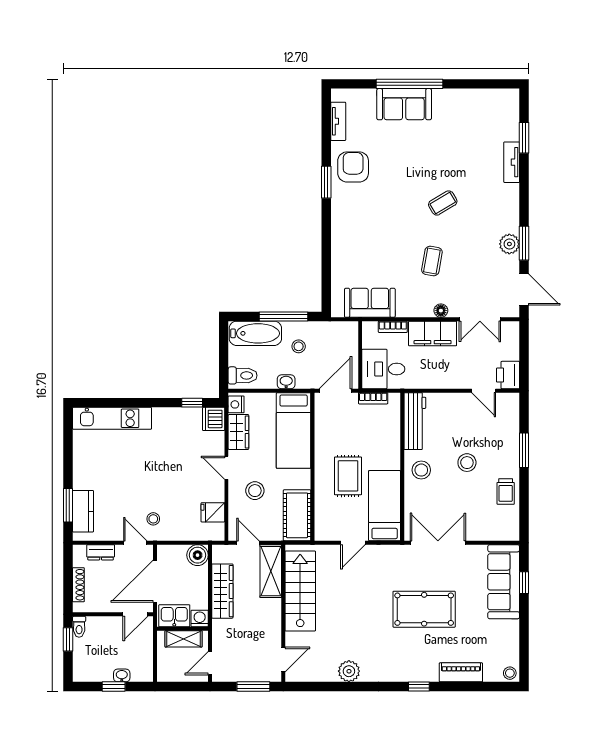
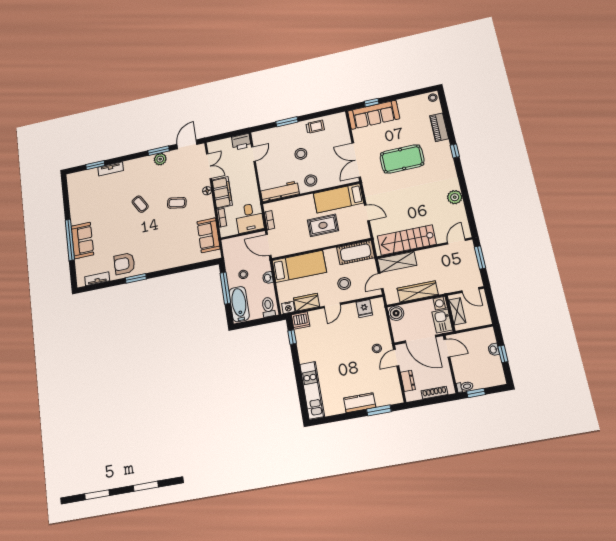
kitchen counter: (83, 511) -> (360, 403), moved
pool table: (424, 609) -> (402, 159), turned 90
door: (283, 659) -> (456, 241), hinge flipped

